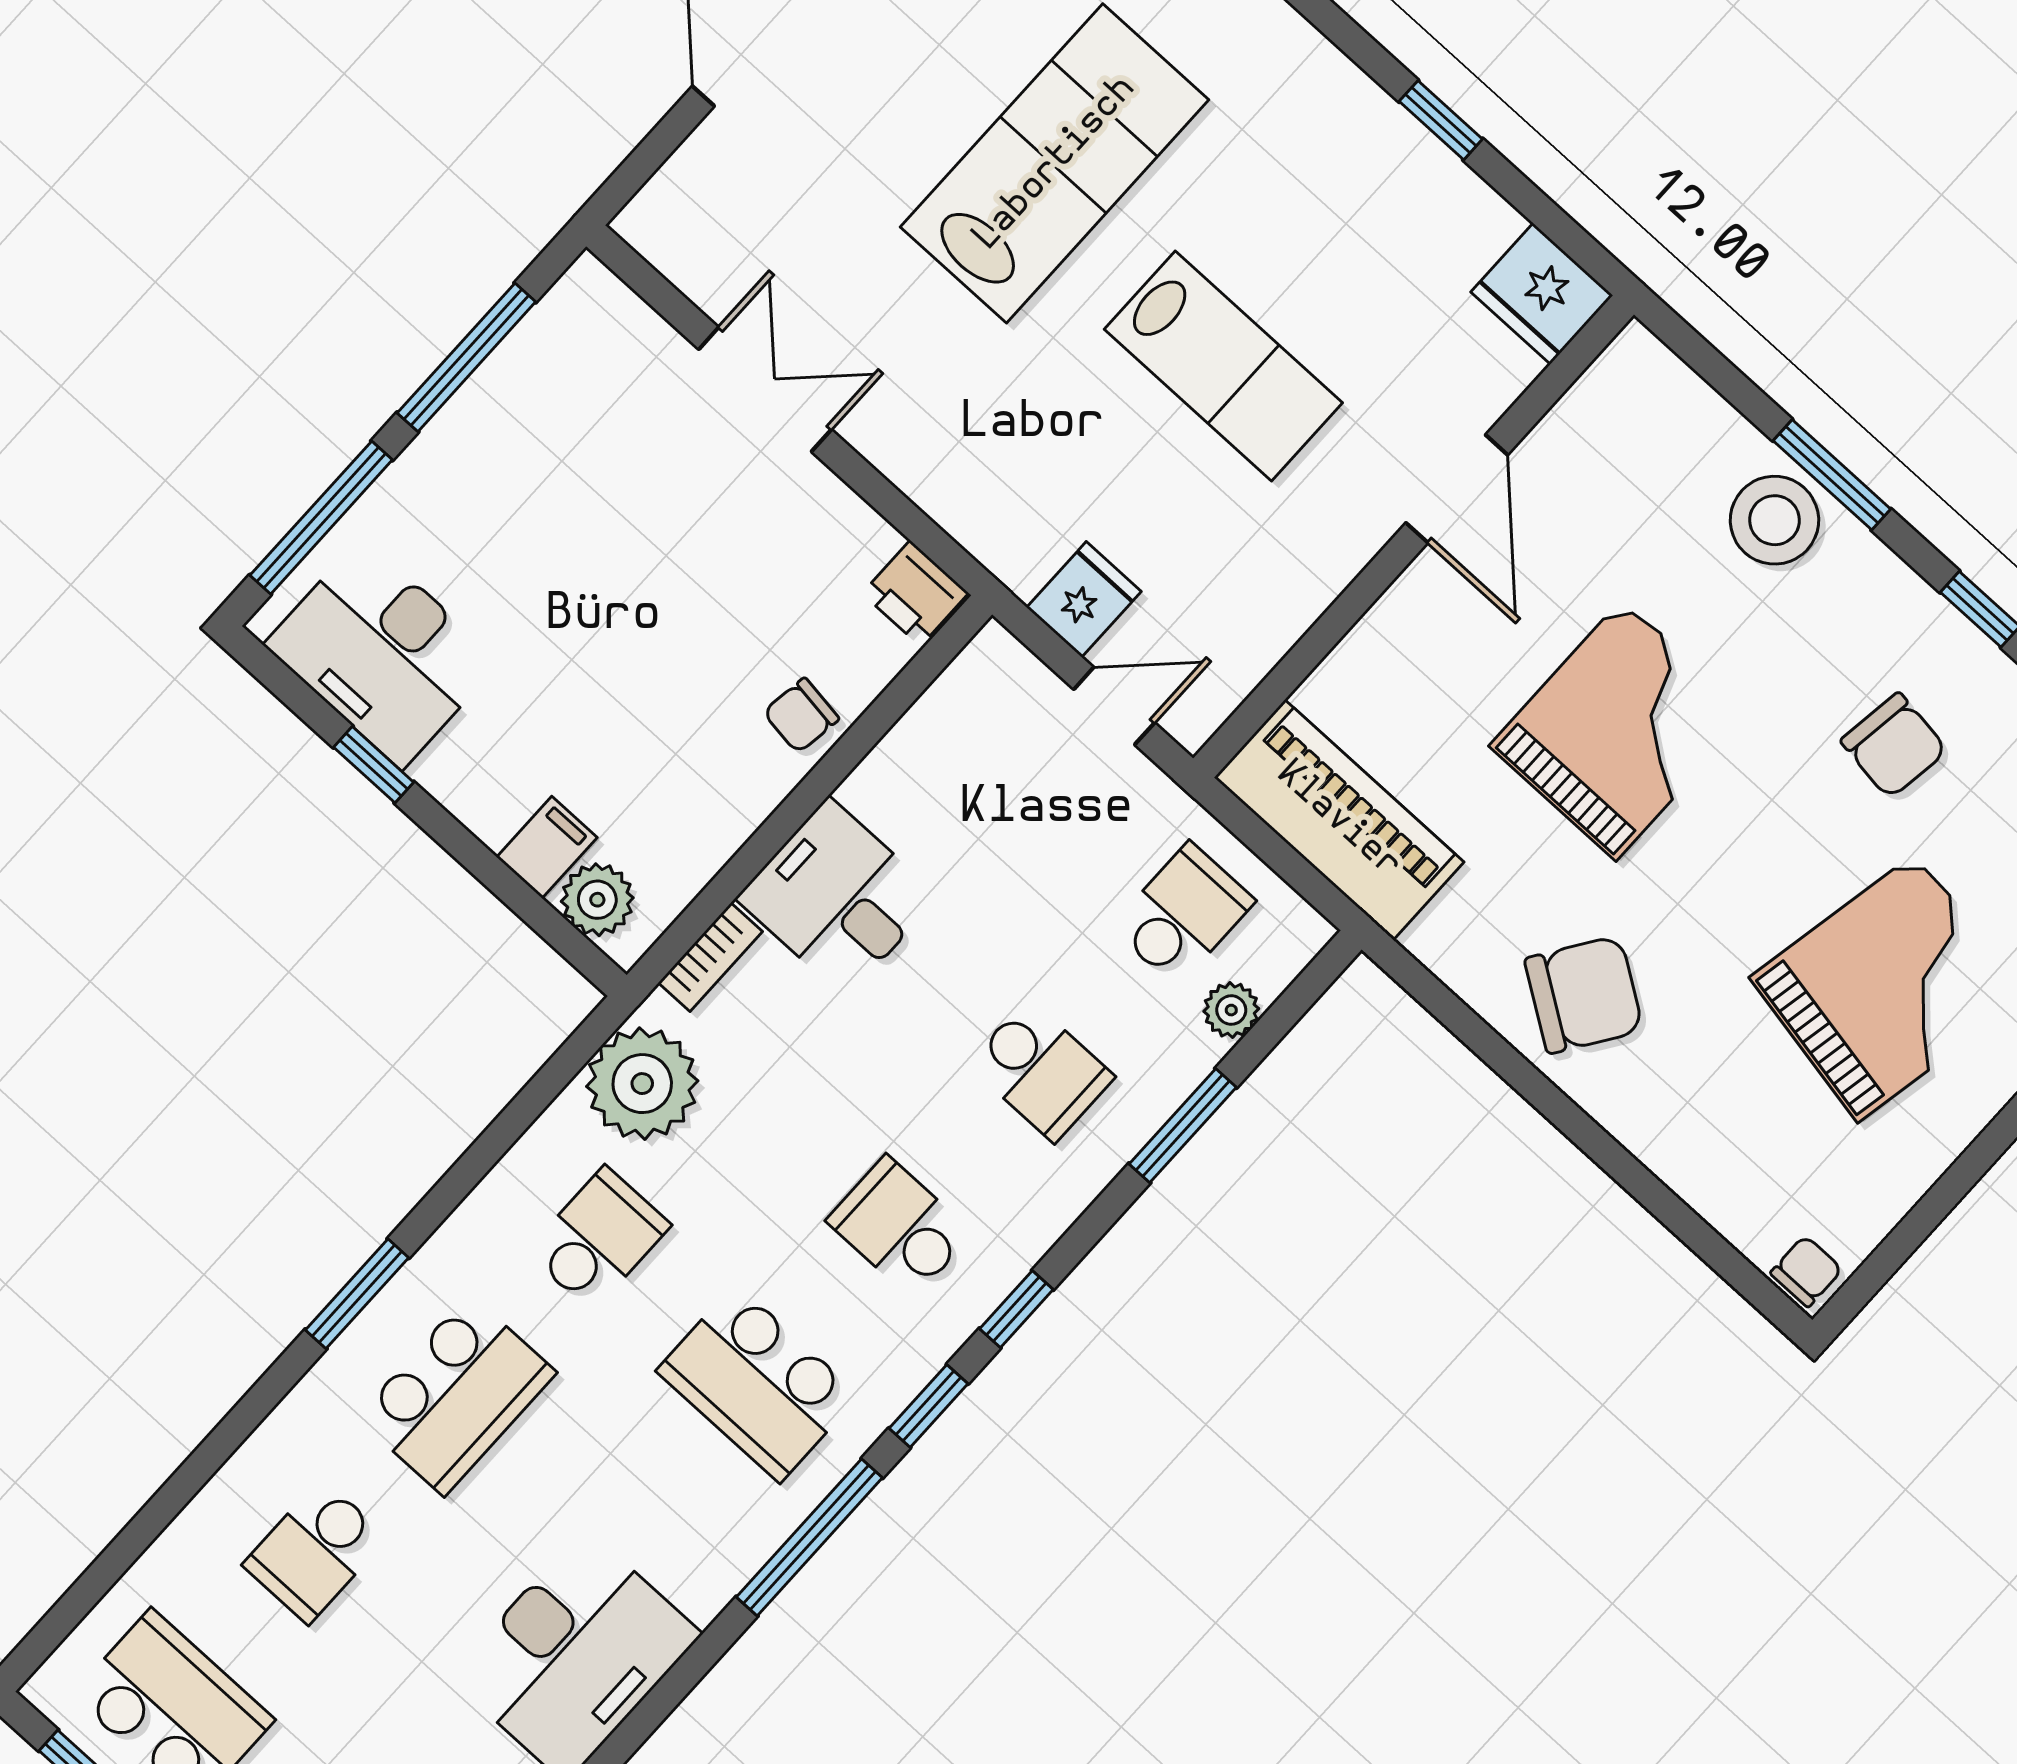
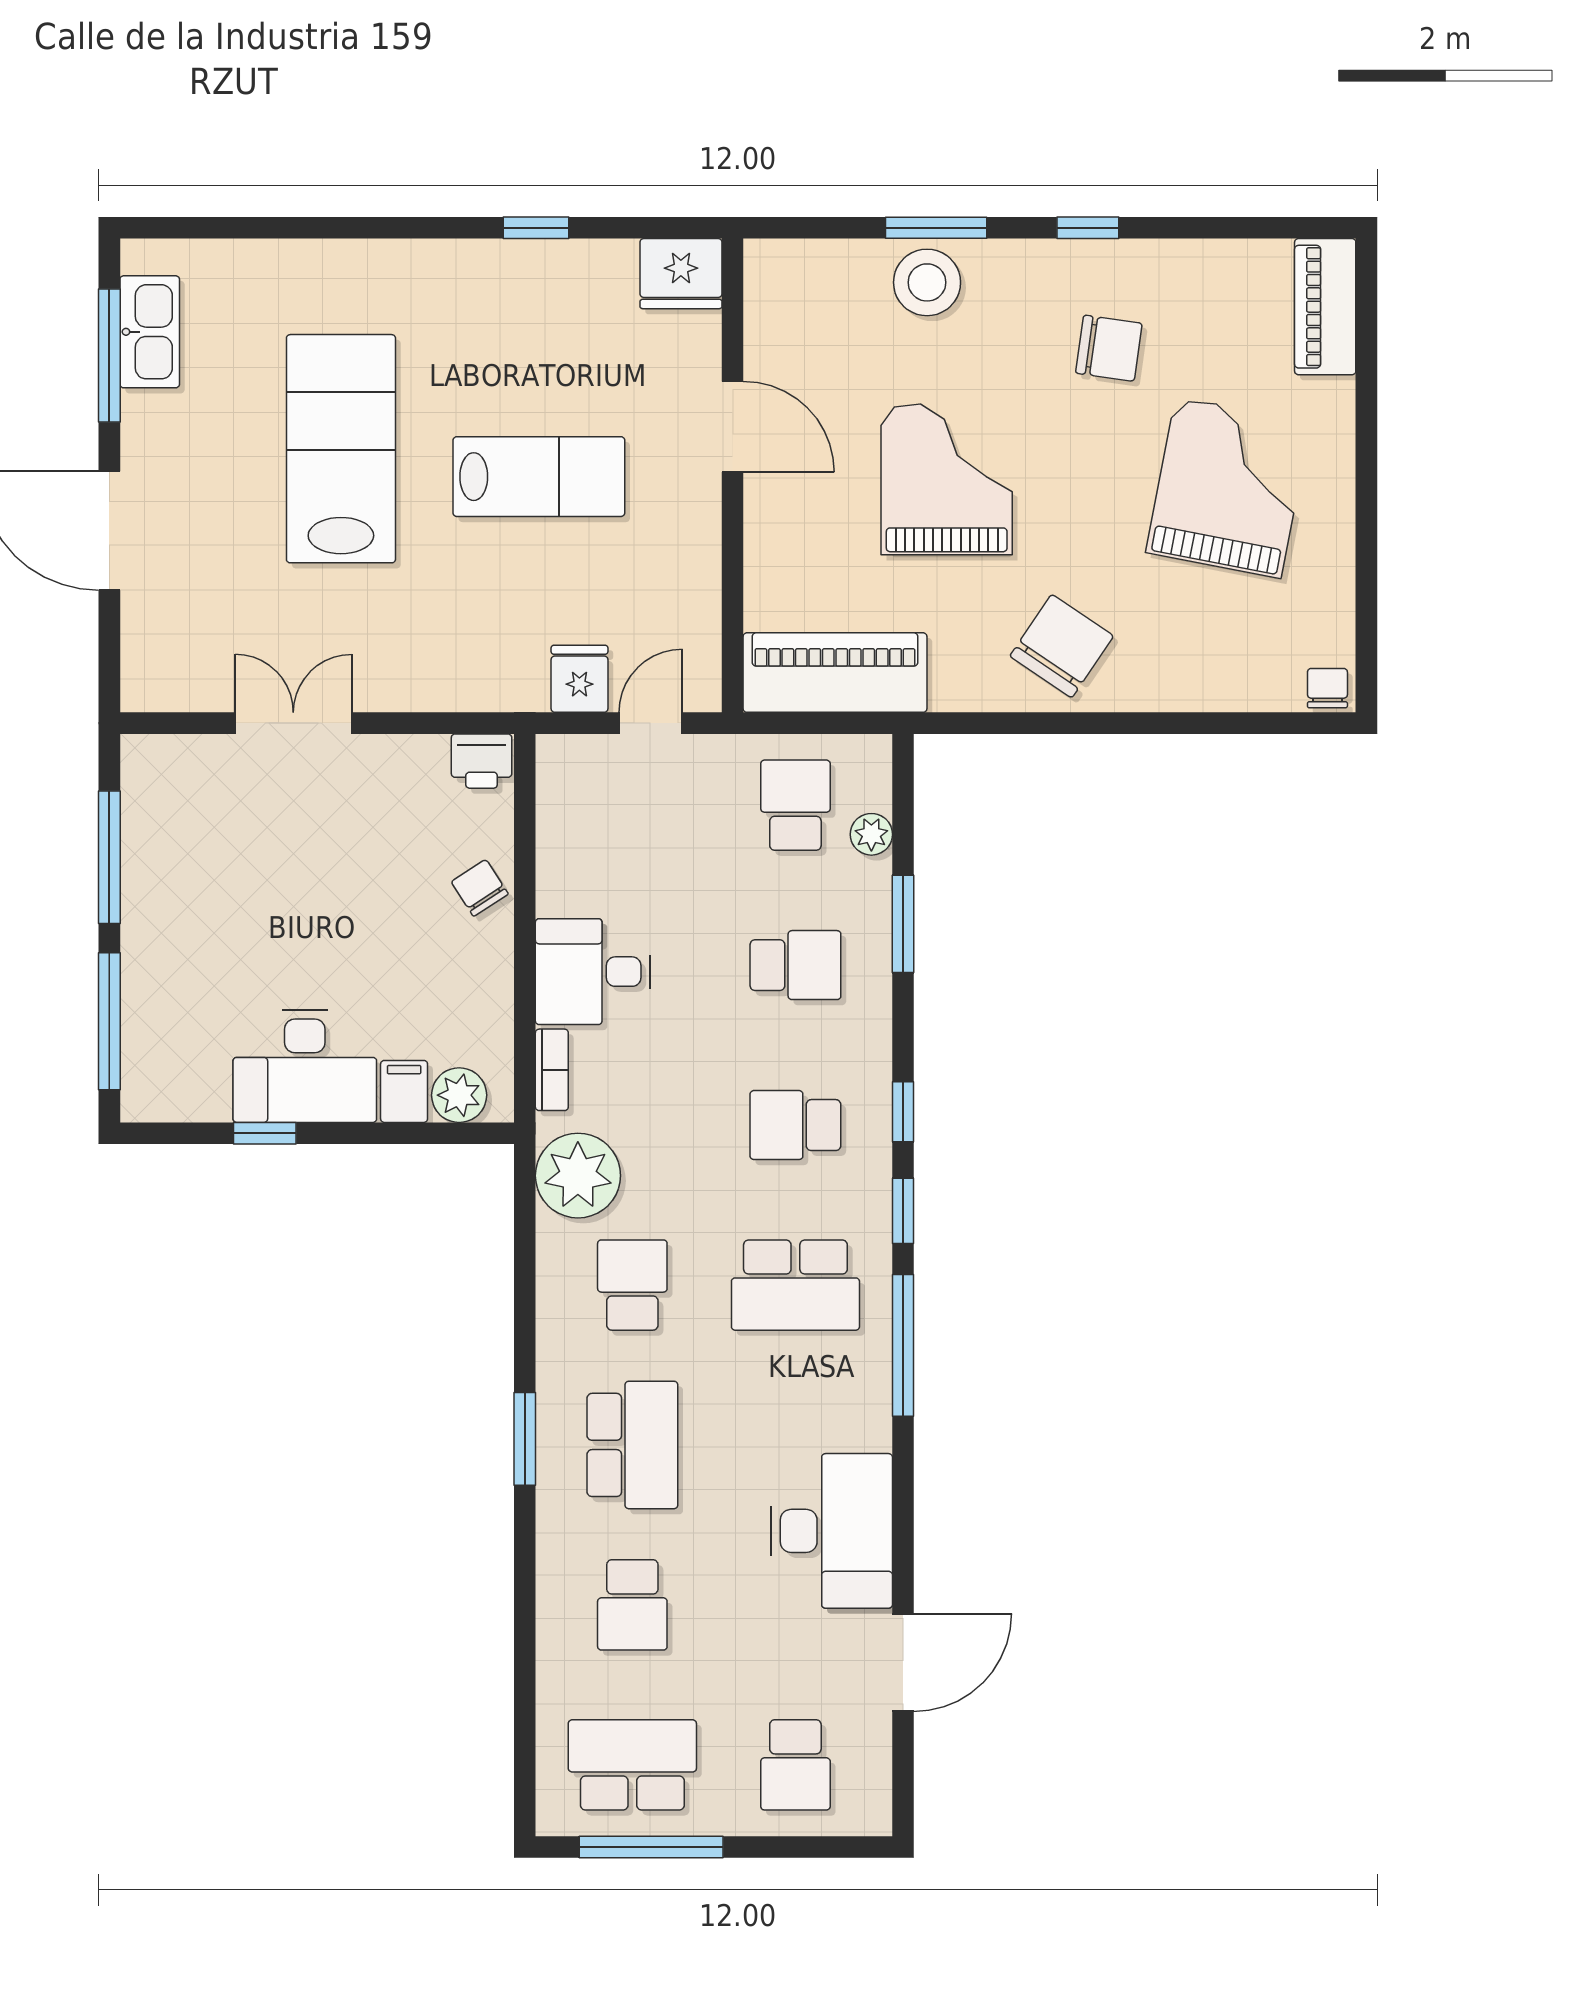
desk: (382, 653) -> (305, 1066), moved
chair: (801, 715) -> (480, 888), turned 139

